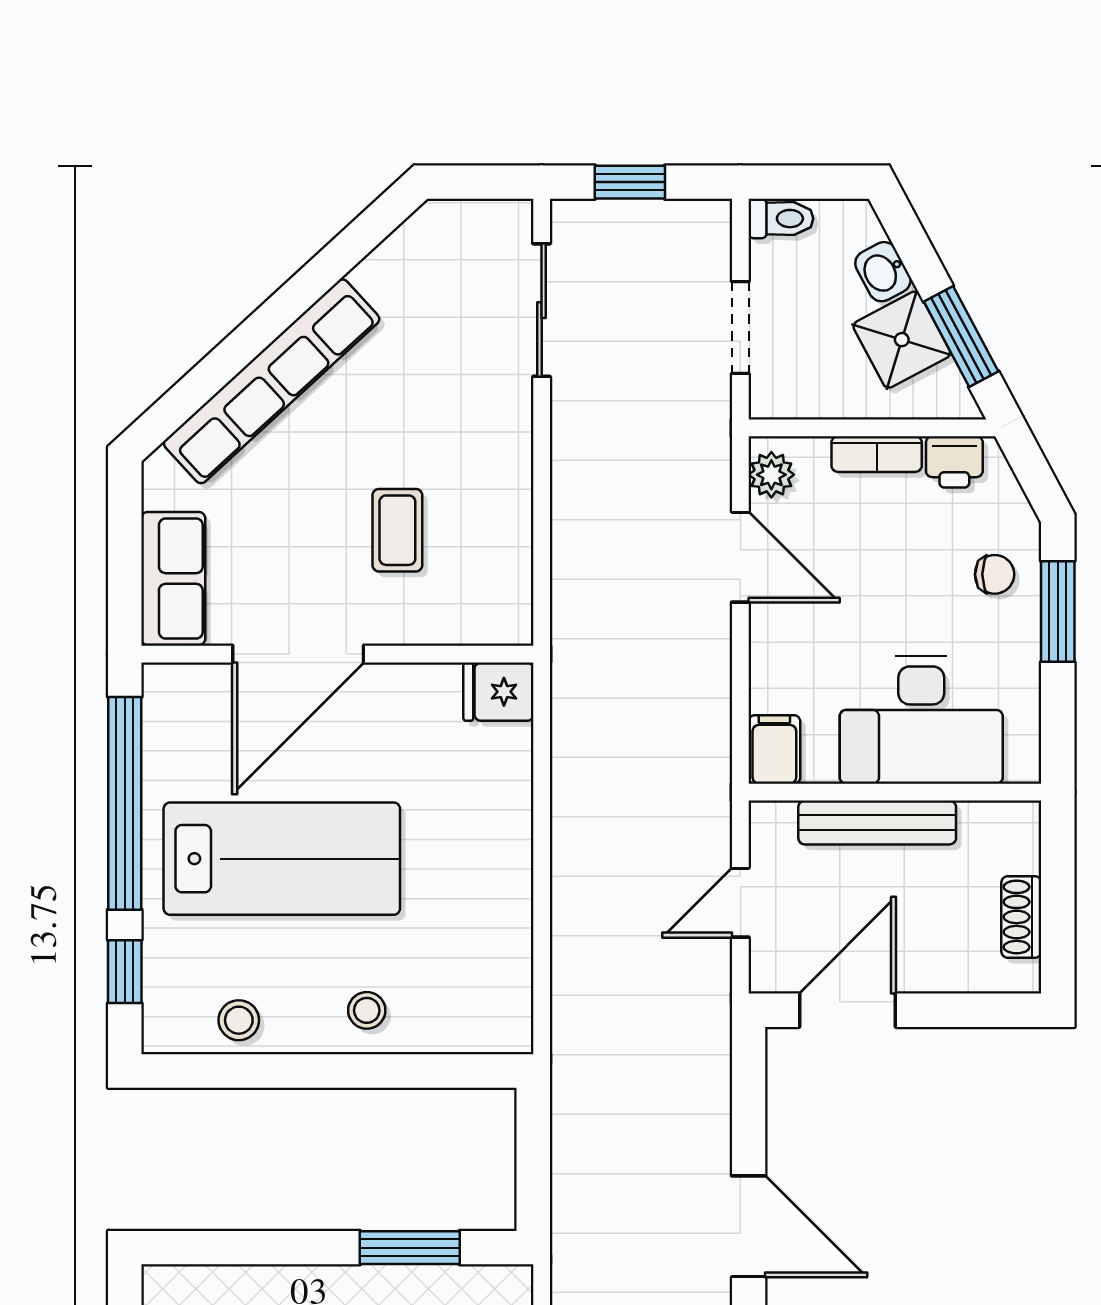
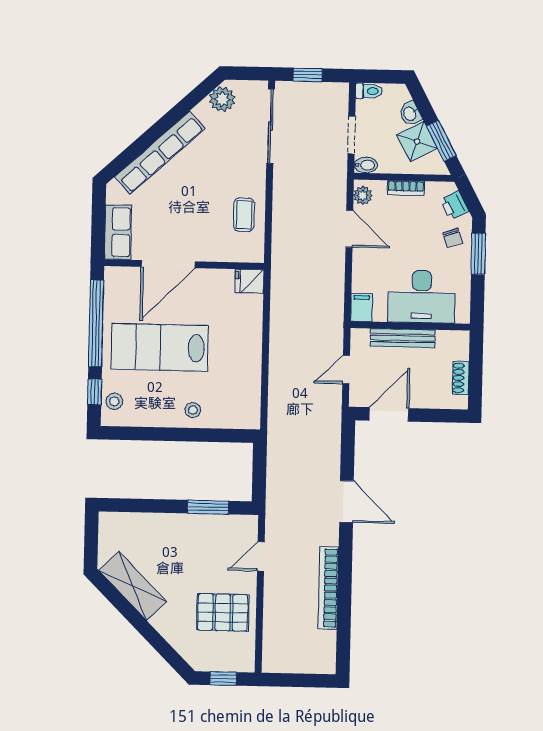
plant: (422, 247) -> (222, 99), added
sliding door: (542, 310) -> (271, 126), width x1.37
bidet: (777, 400) -> (366, 165), added
printer: (954, 462) -> (455, 205), moved, turned 62
coffee table: (397, 530) -> (244, 215), moved
chair: (995, 574) -> (453, 238), turned 72
lab bench: (282, 859) -> (160, 347), turned 180
stool: (239, 1020) -> (114, 401), moved

